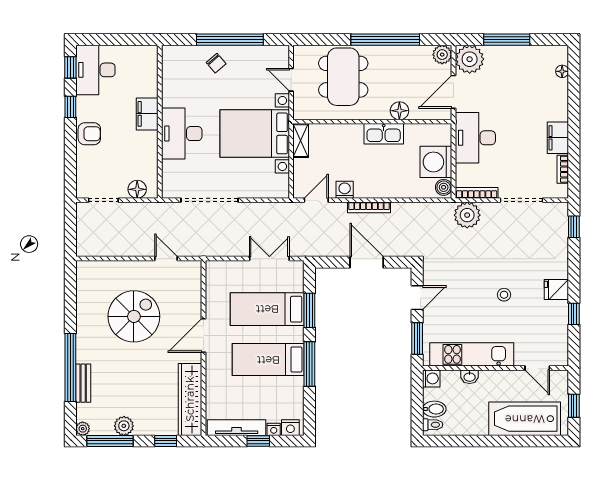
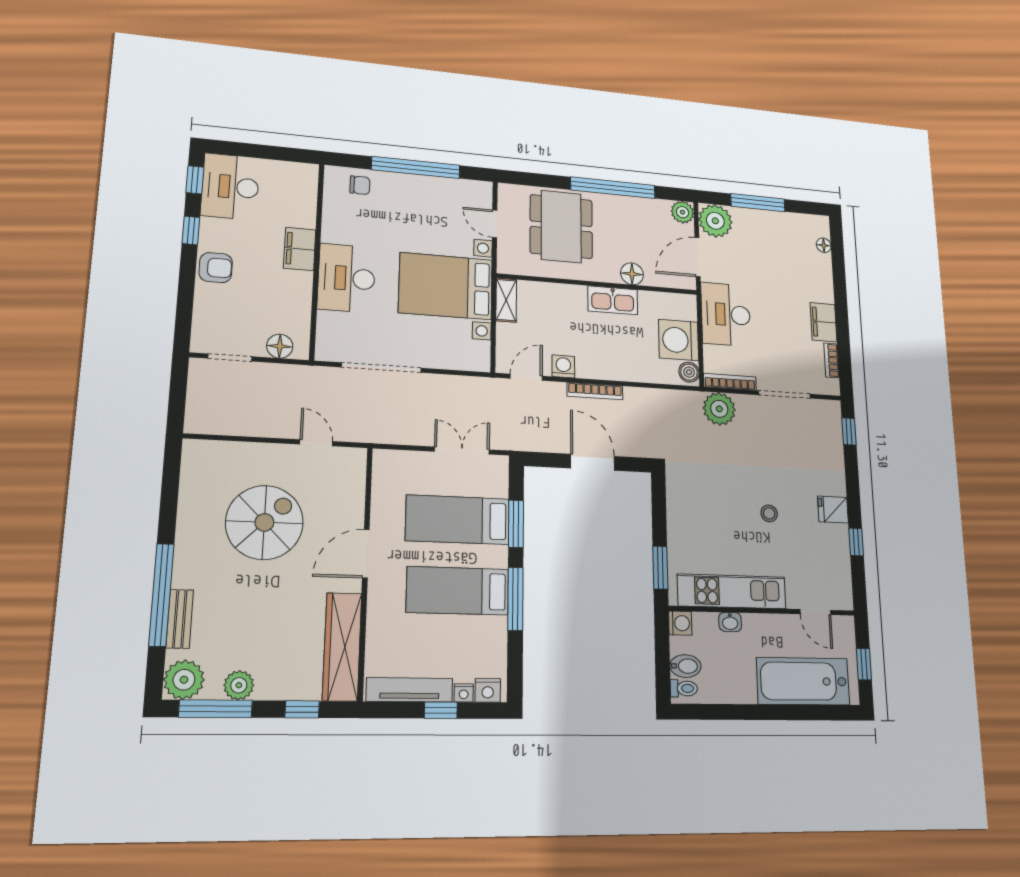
chair: (216, 63) -> (360, 185), moved, turned -49
door: (417, 298) -> (659, 513), removed
plant: (83, 429) -> (184, 680), width x1.88, depth x1.88

